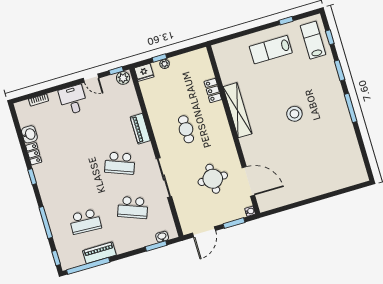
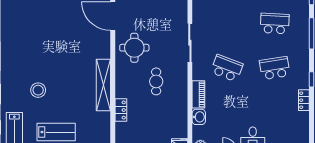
stool: (294, 114) -> (38, 90), moved
washbasin: (29, 134) -> (199, 117), moved, turned 180
round table: (213, 179) -> (134, 48), moved
school desk: (133, 207) -> (275, 68), moved, turned -30

